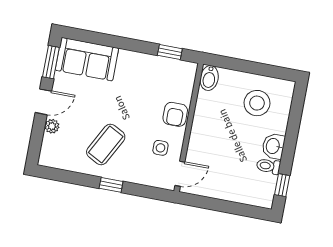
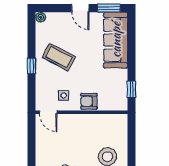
sofa: (87, 59) -> (116, 40), width x1.36
bidet: (209, 78) -> (119, 120), removed
plant: (52, 126) -> (41, 17), moved

